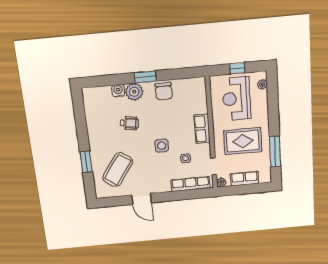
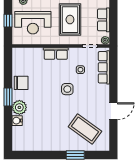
wheelchair: (129, 123) -> (45, 114), removed

